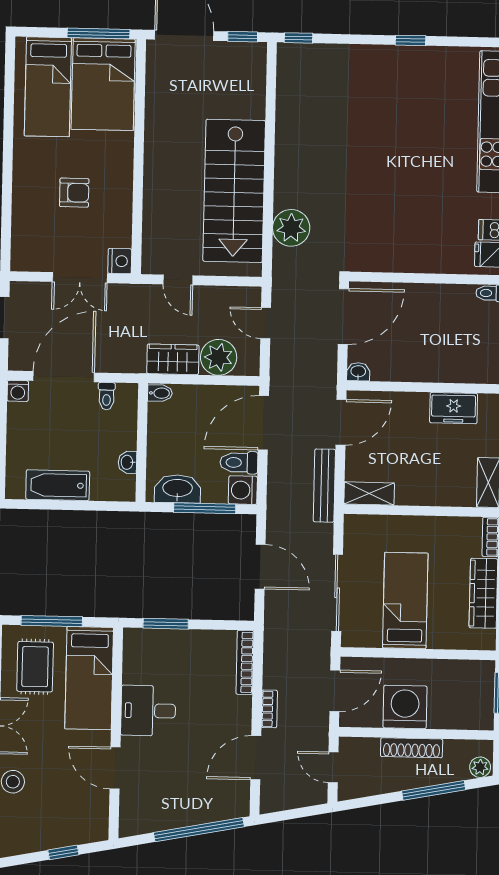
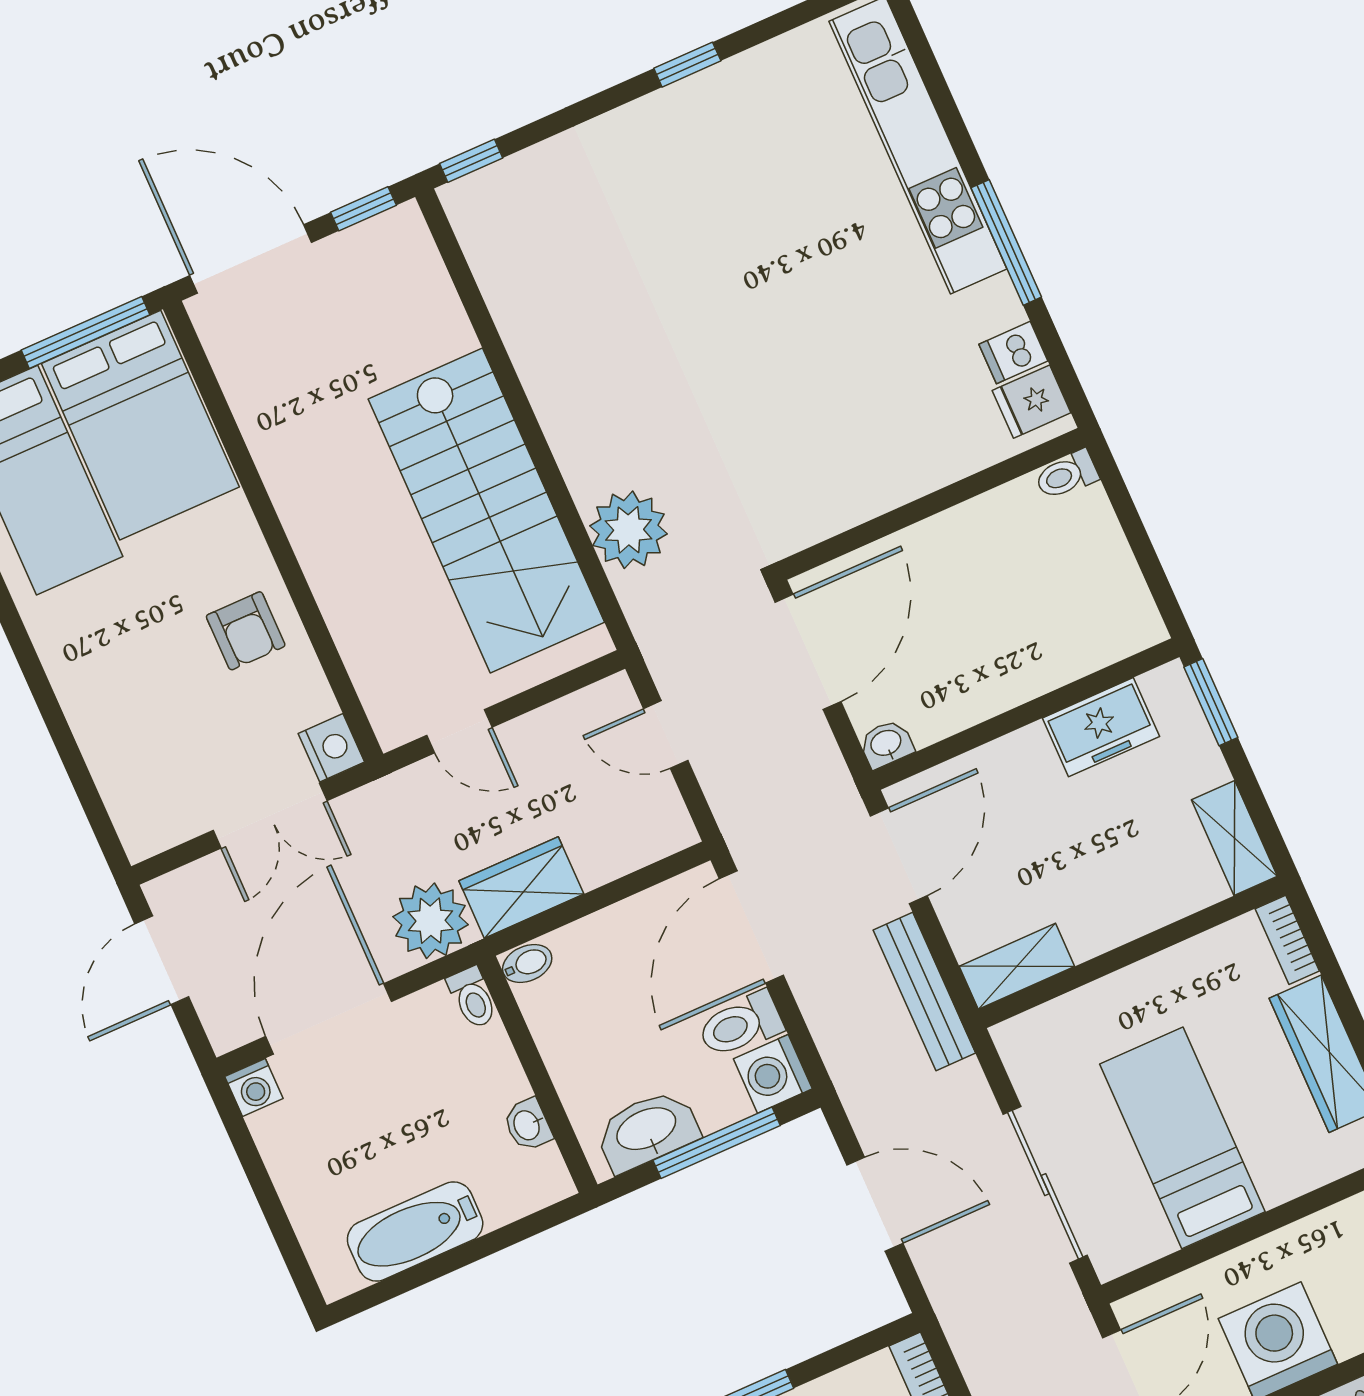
armchair: (74, 193) -> (246, 631), moved, turned 90
plant: (219, 357) -> (431, 921), moved
toilet: (107, 396) -> (472, 998), moved

